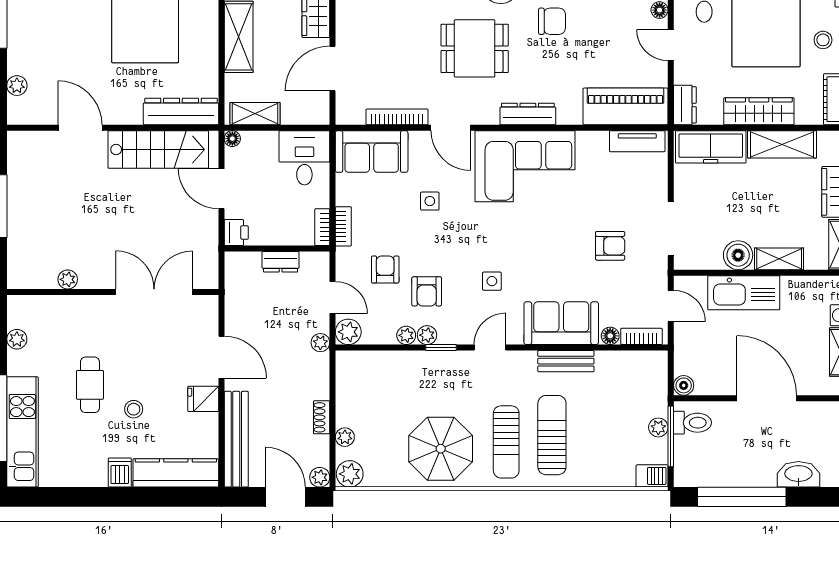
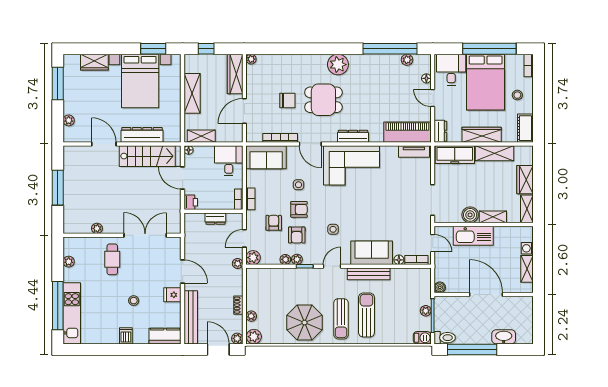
chair: (552, 21) -> (287, 101), moved
dresser: (181, 111) -> (142, 135), moved
armchair: (610, 246) -> (299, 209), moved
door: (333, 297) -> (244, 238), swing flipped
bench: (566, 361) -> (369, 274), width x1.36
cafe table: (90, 385) -> (112, 259), moved
toilet: (693, 423) -> (445, 338), moved
kitchen counter: (176, 473) -> (165, 336), width x0.67

